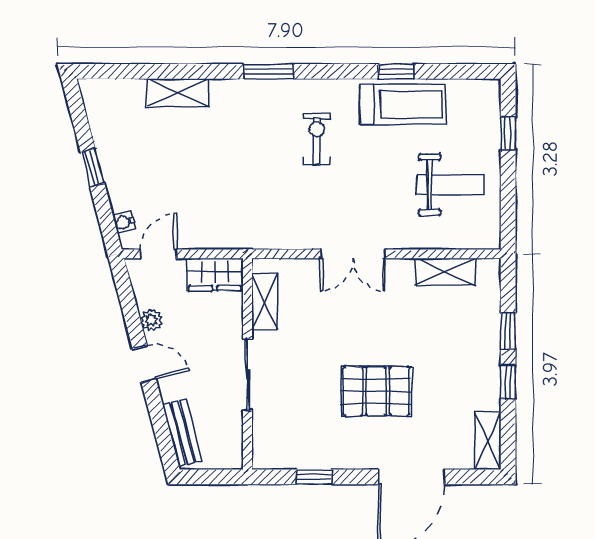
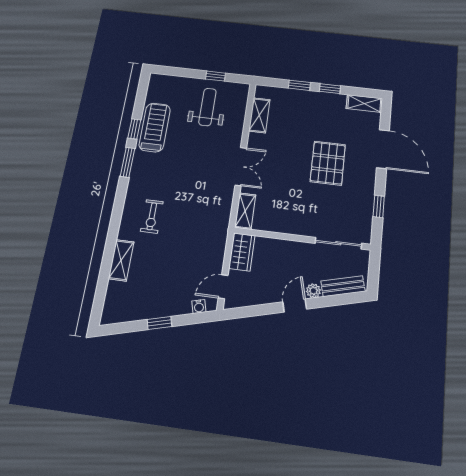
window: (269, 71) -> (127, 162), moved
window: (508, 133) -> (216, 76), moved
exercise bike: (317, 139) -> (152, 216), moved, turned -90
door: (158, 254) -> (223, 287), hinge flipped
shelving: (265, 302) -> (245, 211), moved, turned 90
plant: (152, 320) -> (313, 291), moved
sliding door: (247, 375) -> (338, 243), moved

